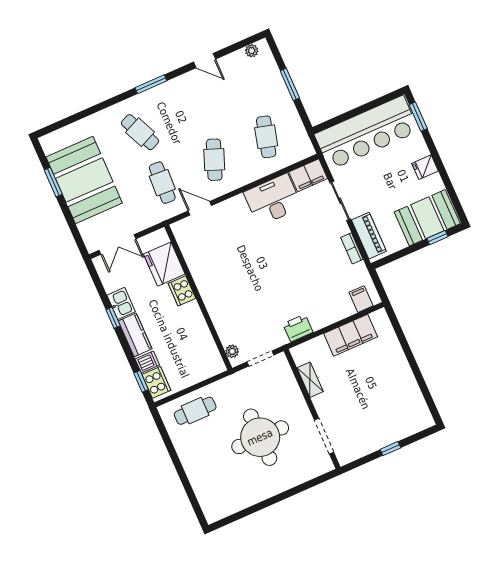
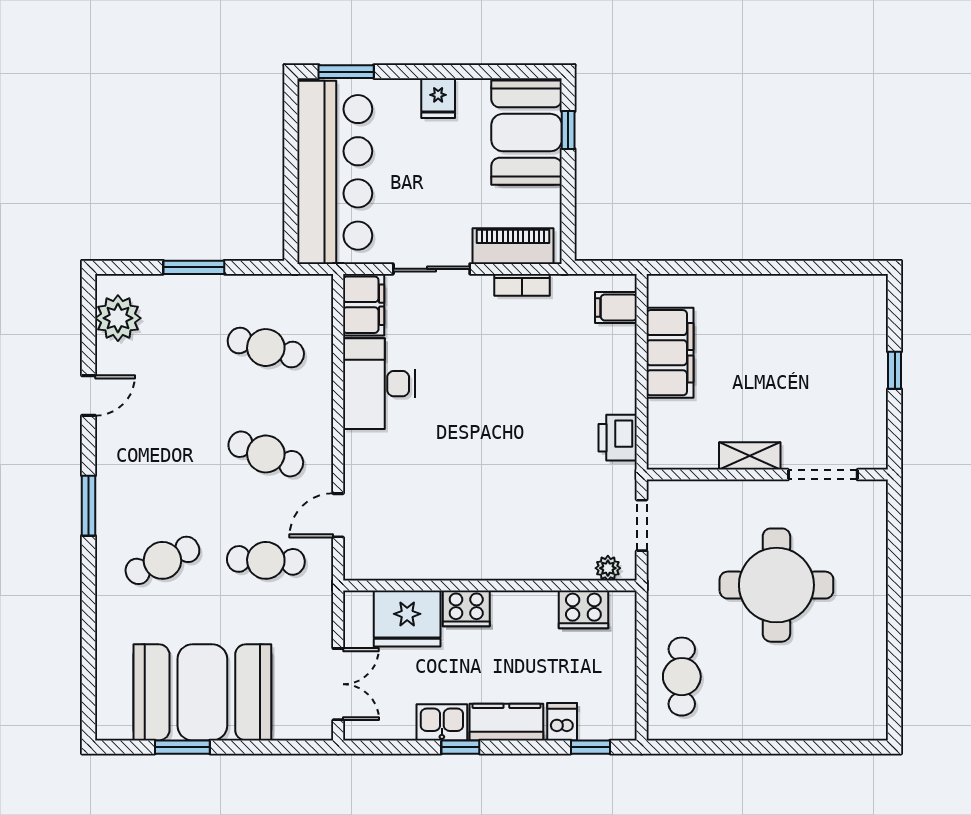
plant: (252, 51) -> (118, 318), width x1.88, depth x1.88
shelving: (310, 380) -> (750, 456), moved
cooker: (156, 382) -> (583, 609), moved, turned 180

